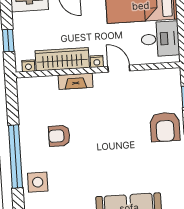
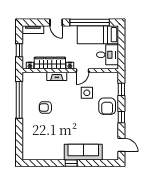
door: (119, 69) -> (82, 71), swing flipped
window: (15, 157) -> (19, 100), moved
side table: (38, 182) -> (87, 93), moved

